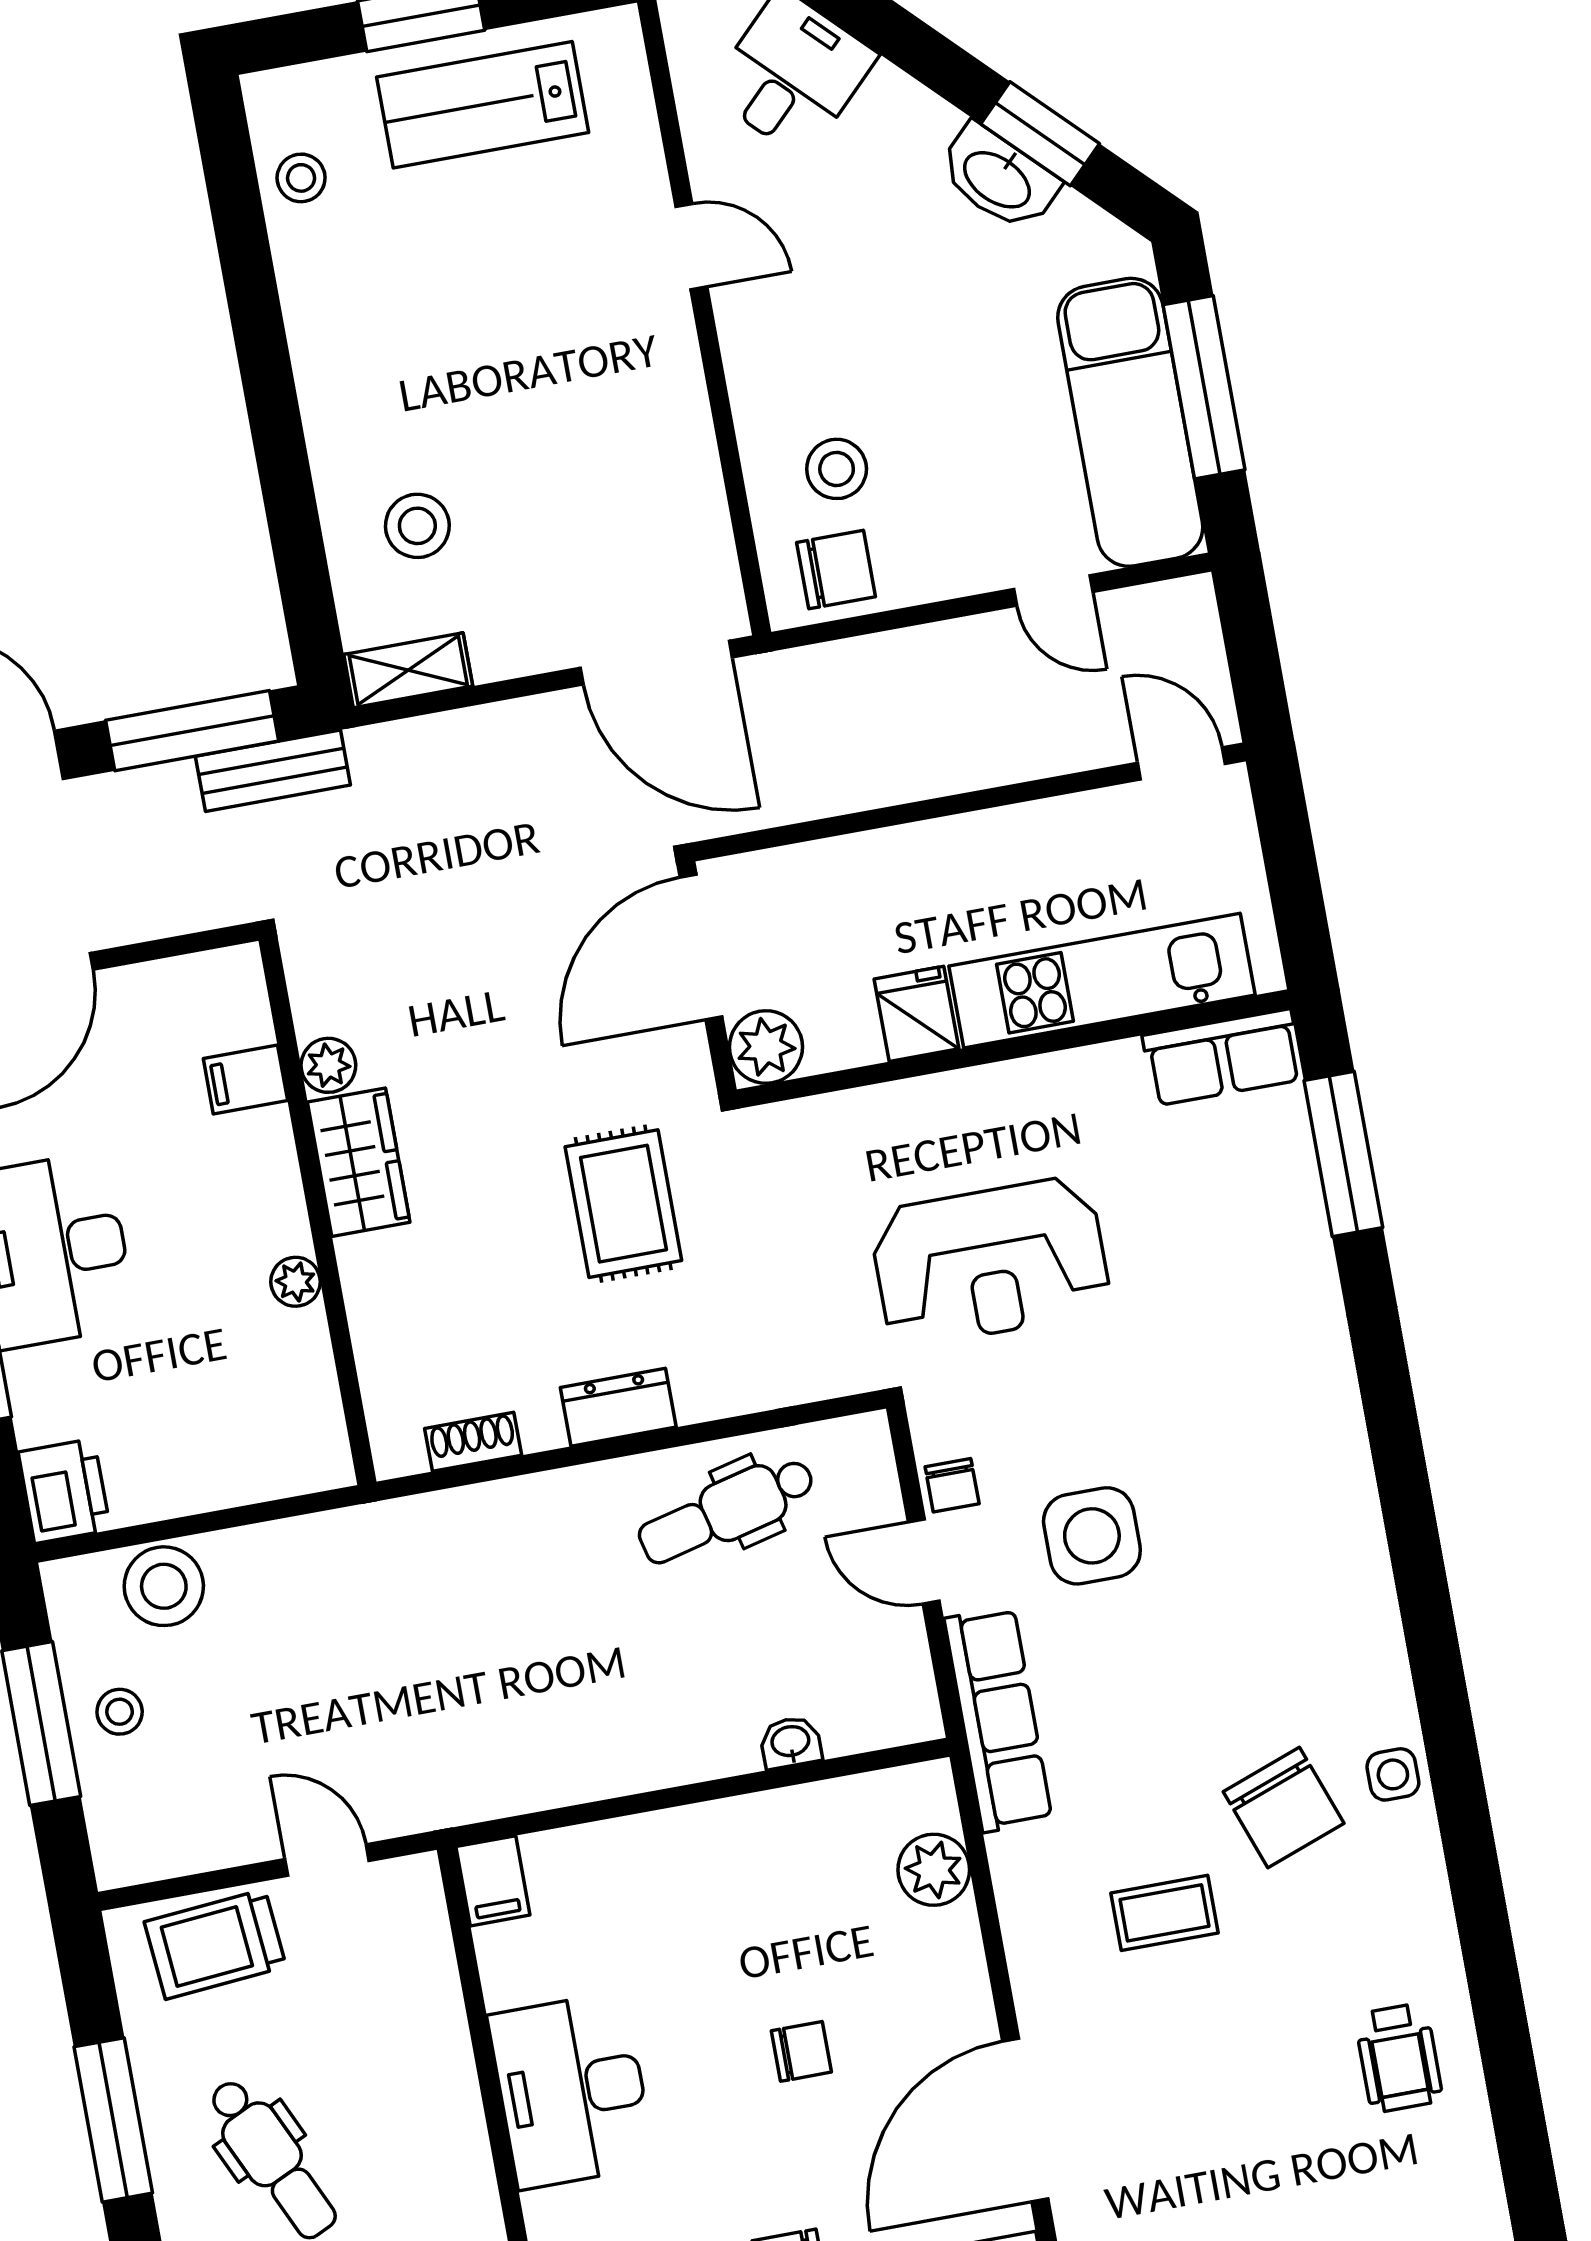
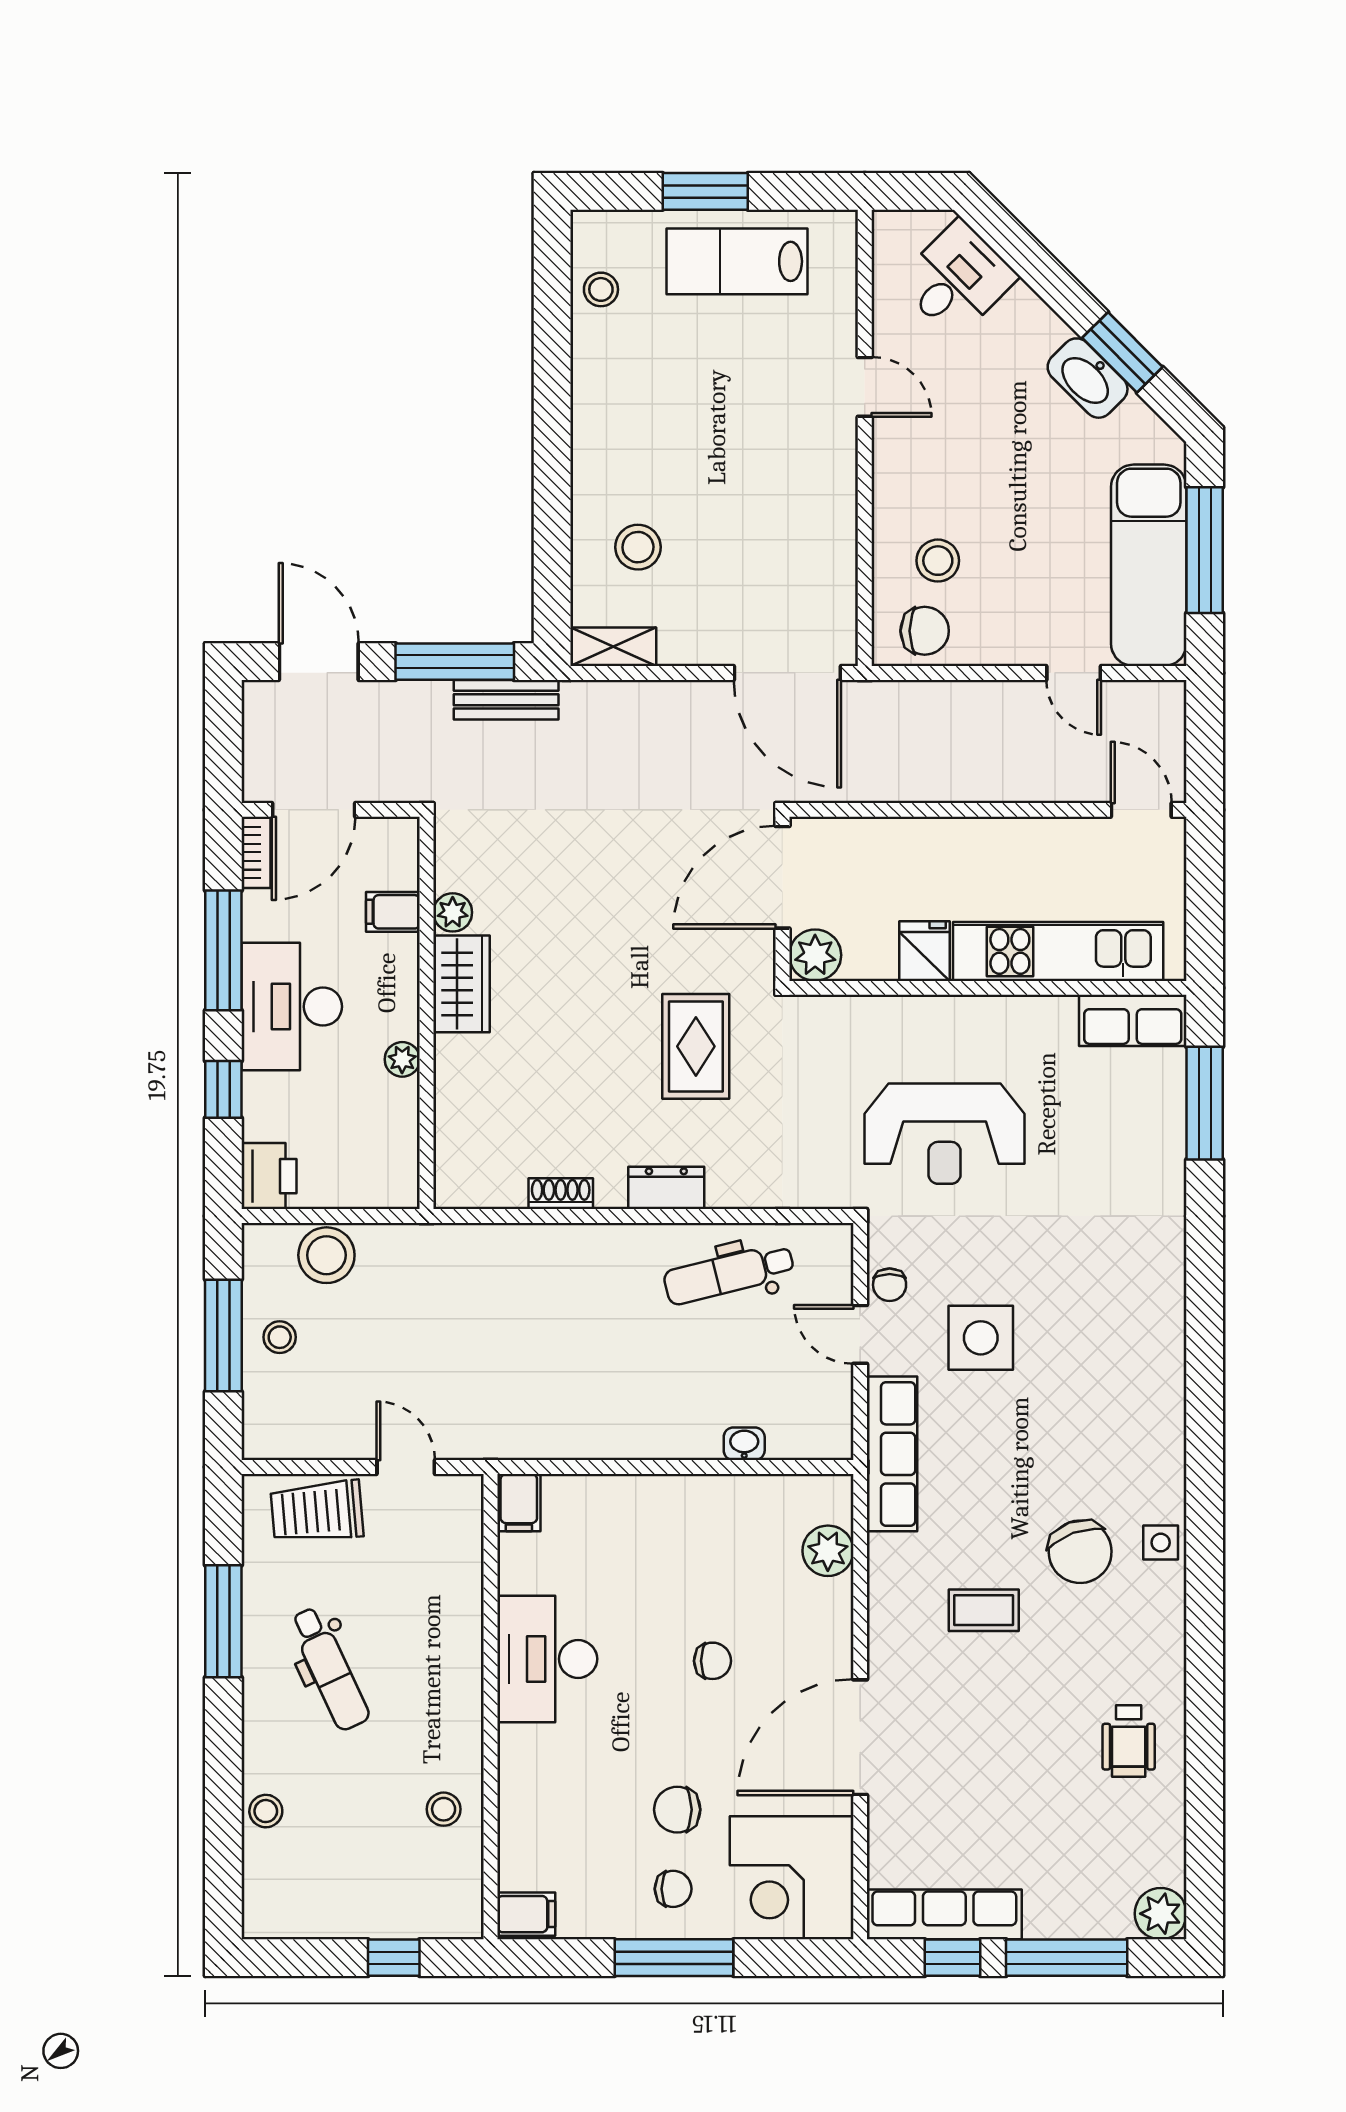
plant: (328, 1065) -> (453, 912), moved
filing cabinet: (245, 1080) -> (393, 912), moved
wardrobe: (359, 1162) -> (462, 984), moved
wall: (317, 1211) -> (427, 1013), moved
plant: (296, 1282) -> (402, 1059), moved

